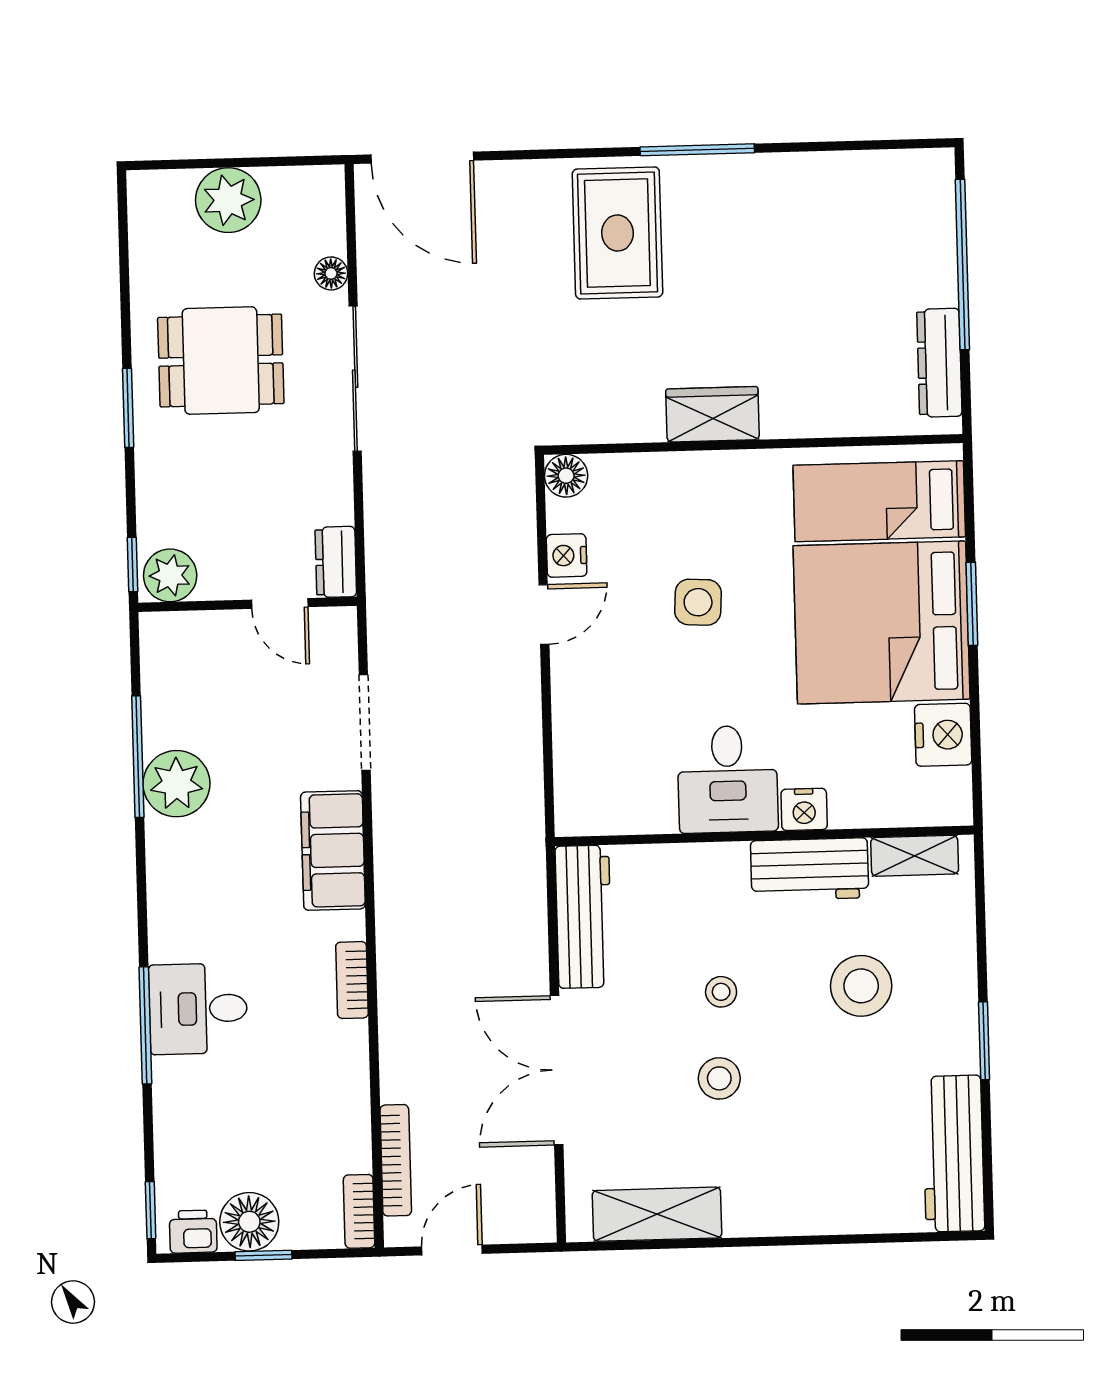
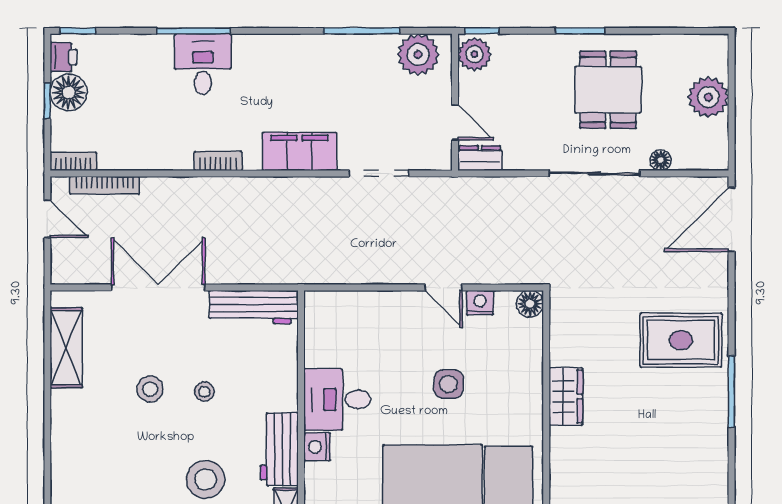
door: (280, 603) -> (455, 122), swing flipped
plant: (176, 784) -> (418, 55), moved

